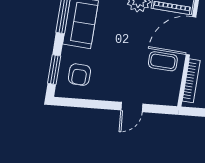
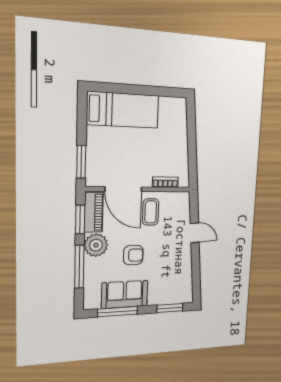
armchair: (79, 75) -> (133, 255), moved
bookcase: (191, 81) -> (165, 182), width x0.64

